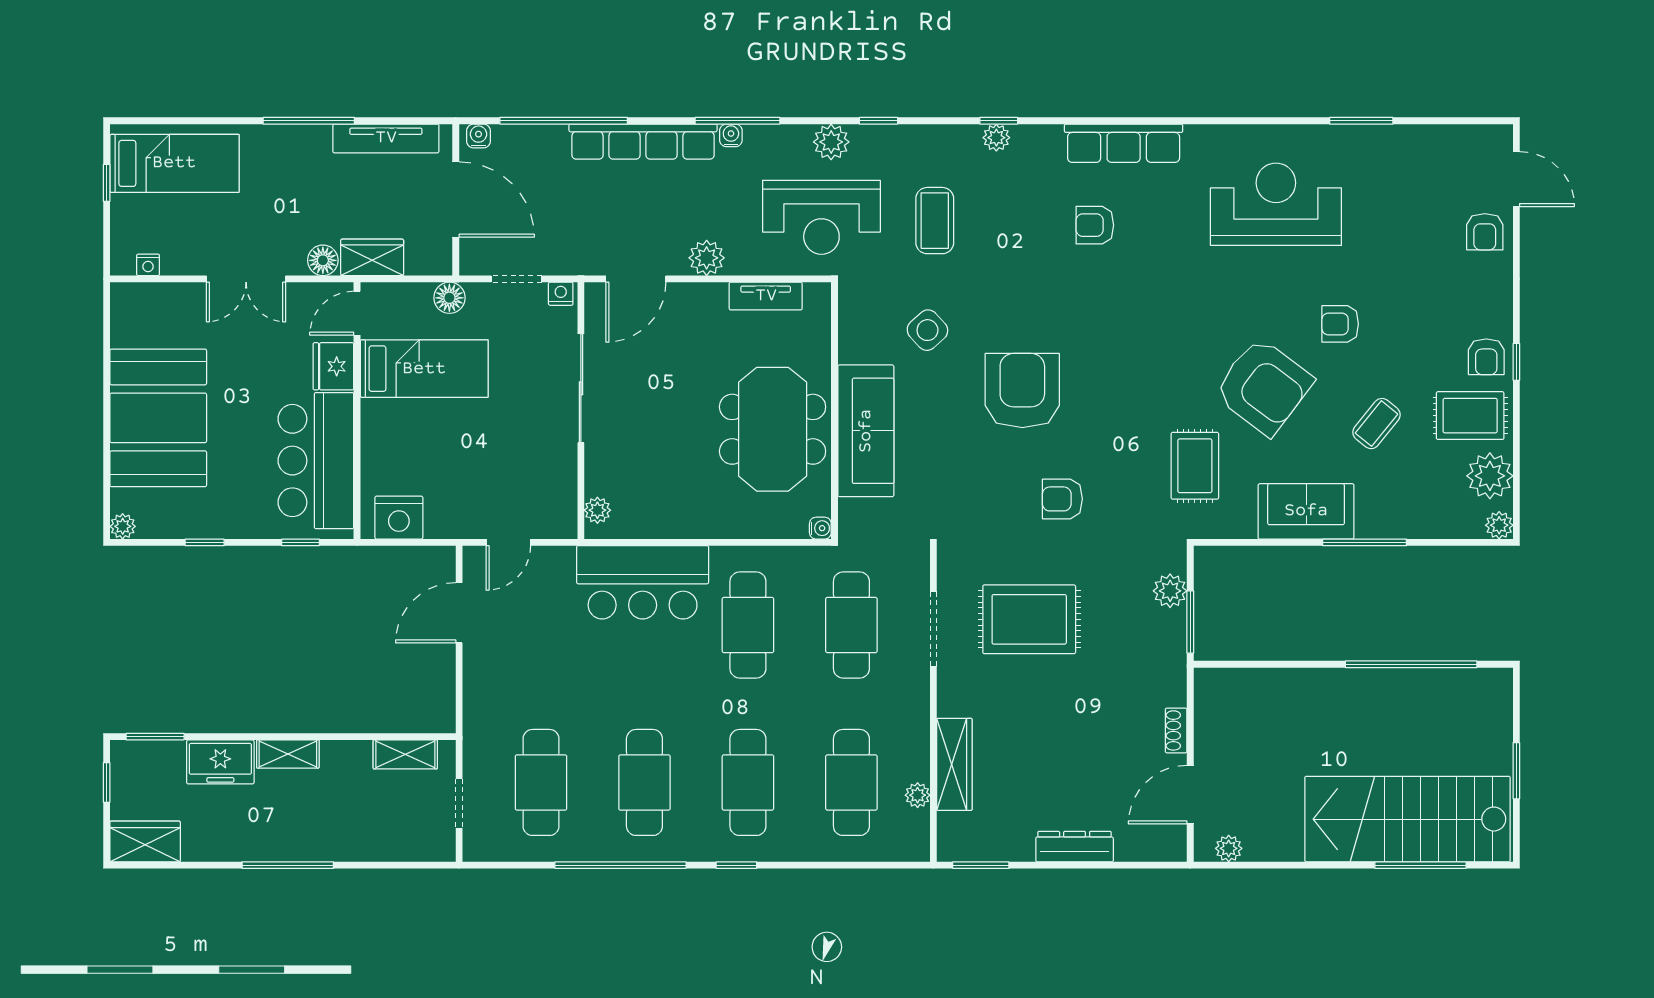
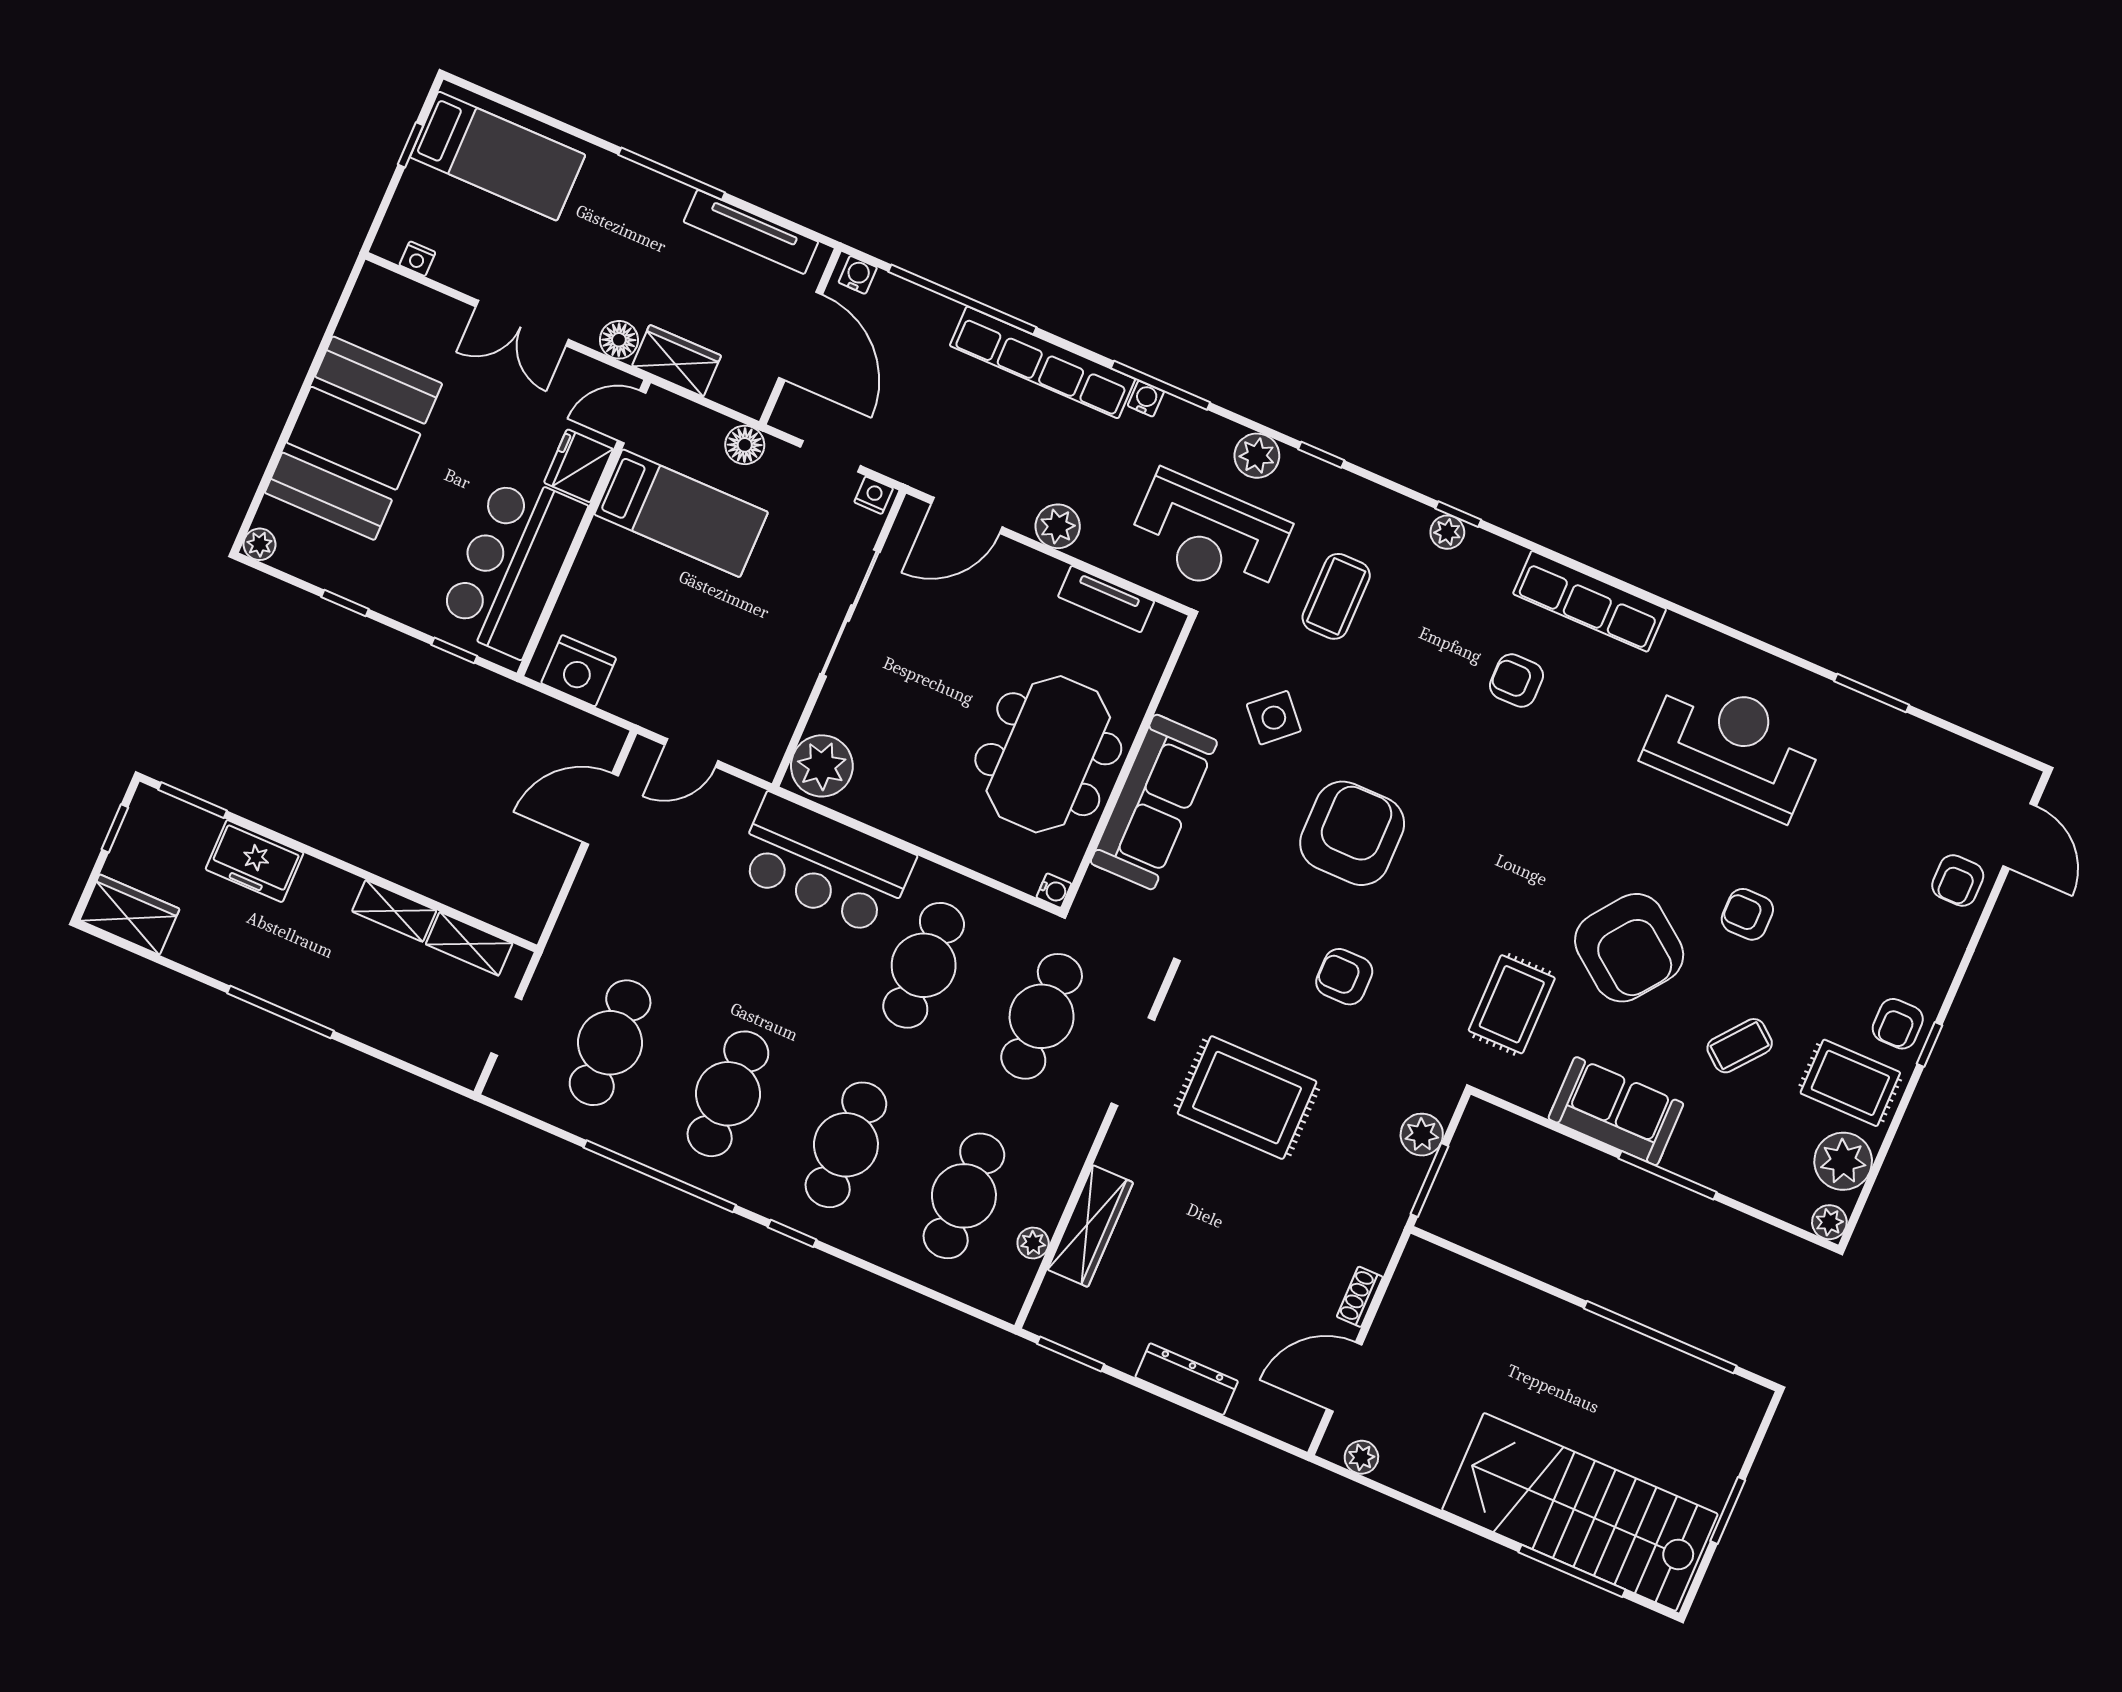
plant: (597, 510) -> (822, 766), width x1.88, depth x1.88
shelving: (288, 754) -> (394, 911), moved

